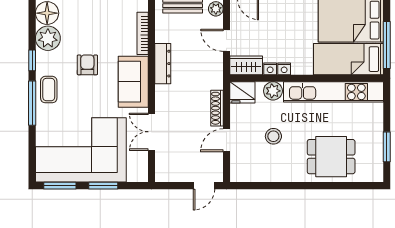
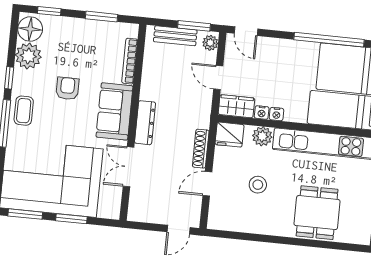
dresser: (163, 64) -> (145, 123), moved
dining table: (331, 157) -> (317, 213), turned 90

